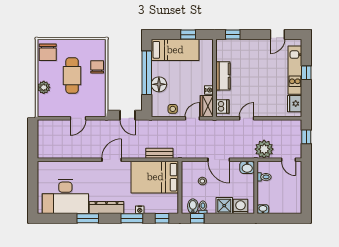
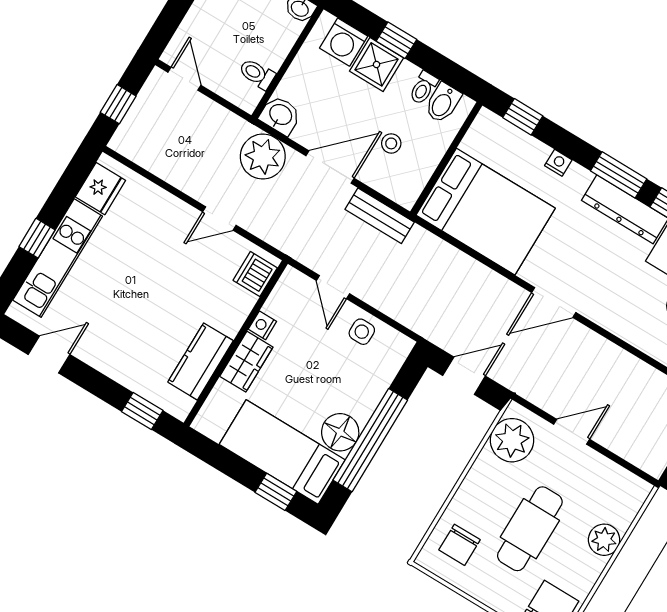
window: (188, 35) -> (276, 492), moved
chair: (97, 67) -> (459, 545), moved
kitchen counter: (223, 76) -> (200, 361), moved
floor lamp: (159, 84) -> (340, 432), moved
plant: (97, 103) -> (512, 440), added
wardrobe: (207, 106) -> (246, 362), moved
door: (128, 115) -> (464, 376), hinge flipped
door: (192, 118) -> (333, 287), hinge flipped
plant: (264, 149) -> (263, 157), moved
bench: (159, 153) -> (380, 216), moved
door: (219, 160) -> (330, 167), hinge flipped
window: (132, 218) -> (619, 175), moved
window: (197, 218) -> (396, 40), moved

